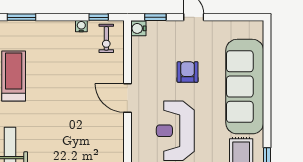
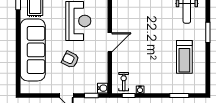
armchair: (188, 72) -> (70, 60), turned 116
door: (127, 98) -> (110, 42), hinge flipped

